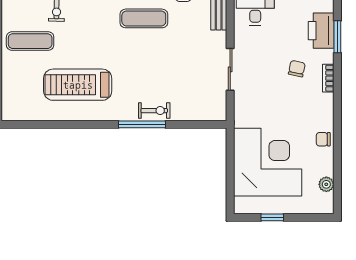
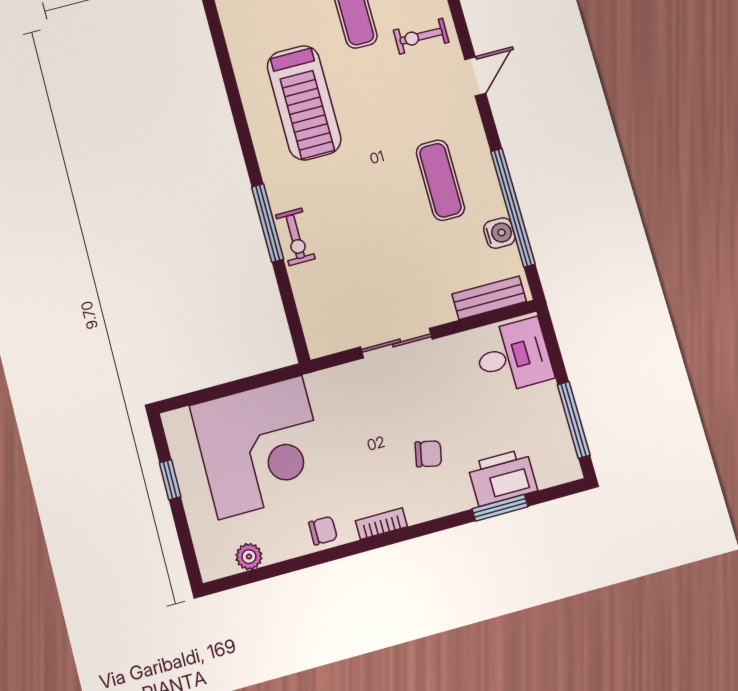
bookcase: (328, 78) -> (381, 524), moved
treadmill: (78, 85) -> (304, 103), turned 180
chair: (323, 139) -> (323, 531), turned 90

